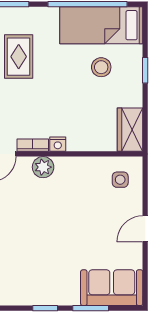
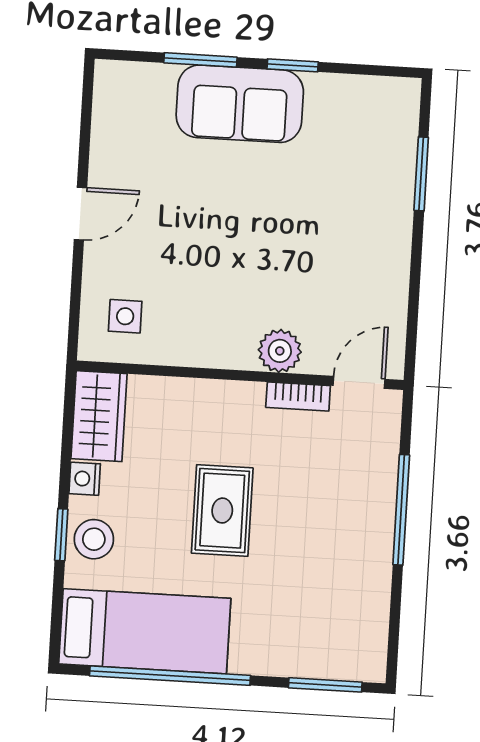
rug: (19, 57) -> (222, 511), moved
stool: (101, 67) -> (94, 539), moved
nightstand: (58, 144) -> (85, 479), moved, turned -90
sofa: (112, 288) -> (240, 104), moved

